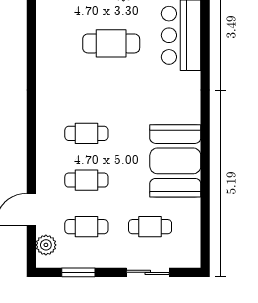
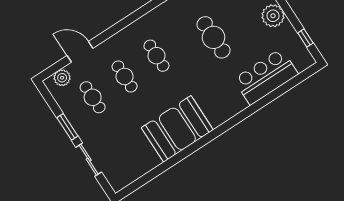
cafe table: (111, 43) -> (214, 37), moved
cafe table: (150, 227) -> (121, 141), removed
window: (78, 272) -> (67, 127), moved

